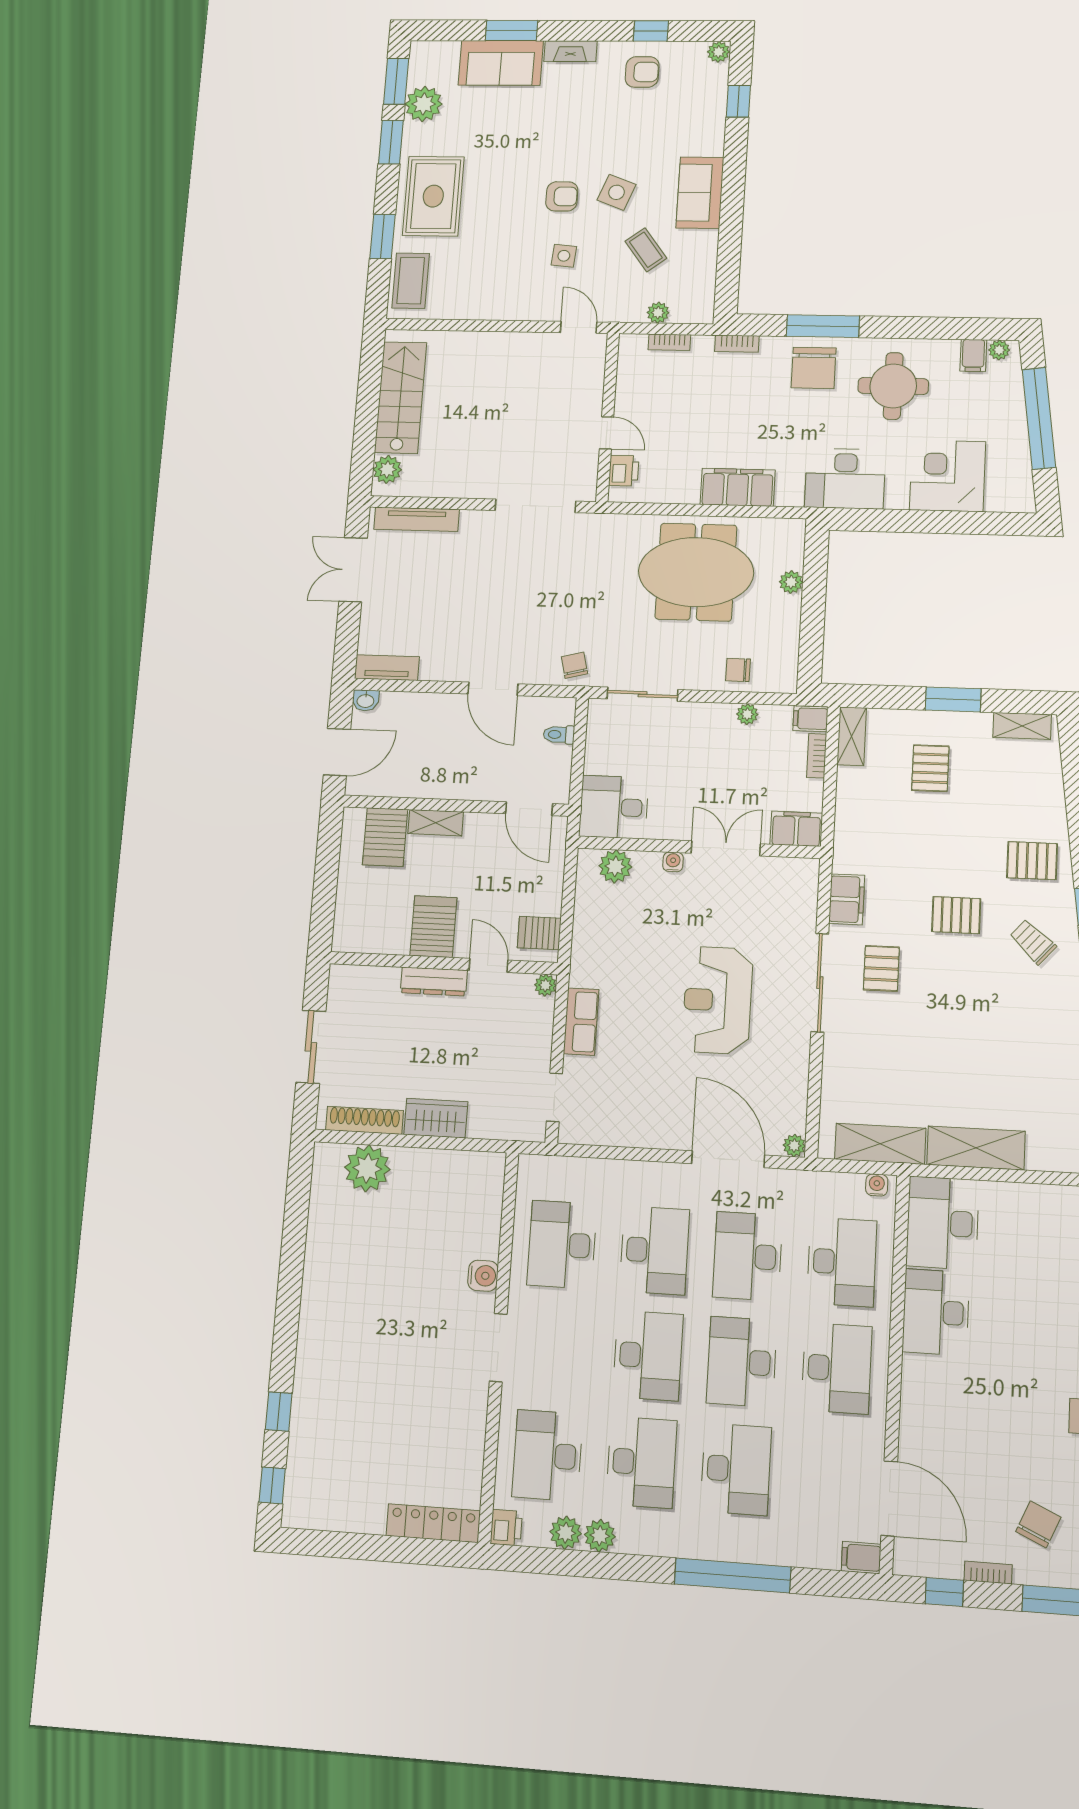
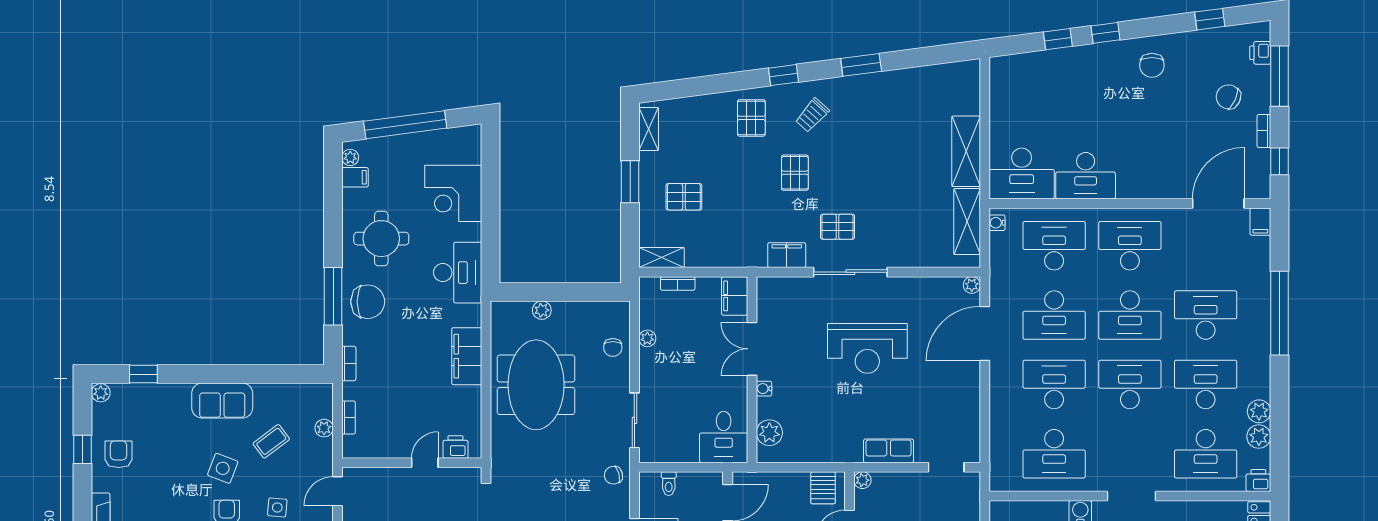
filing cabinet: (810, 719) -> (649, 290), removed

